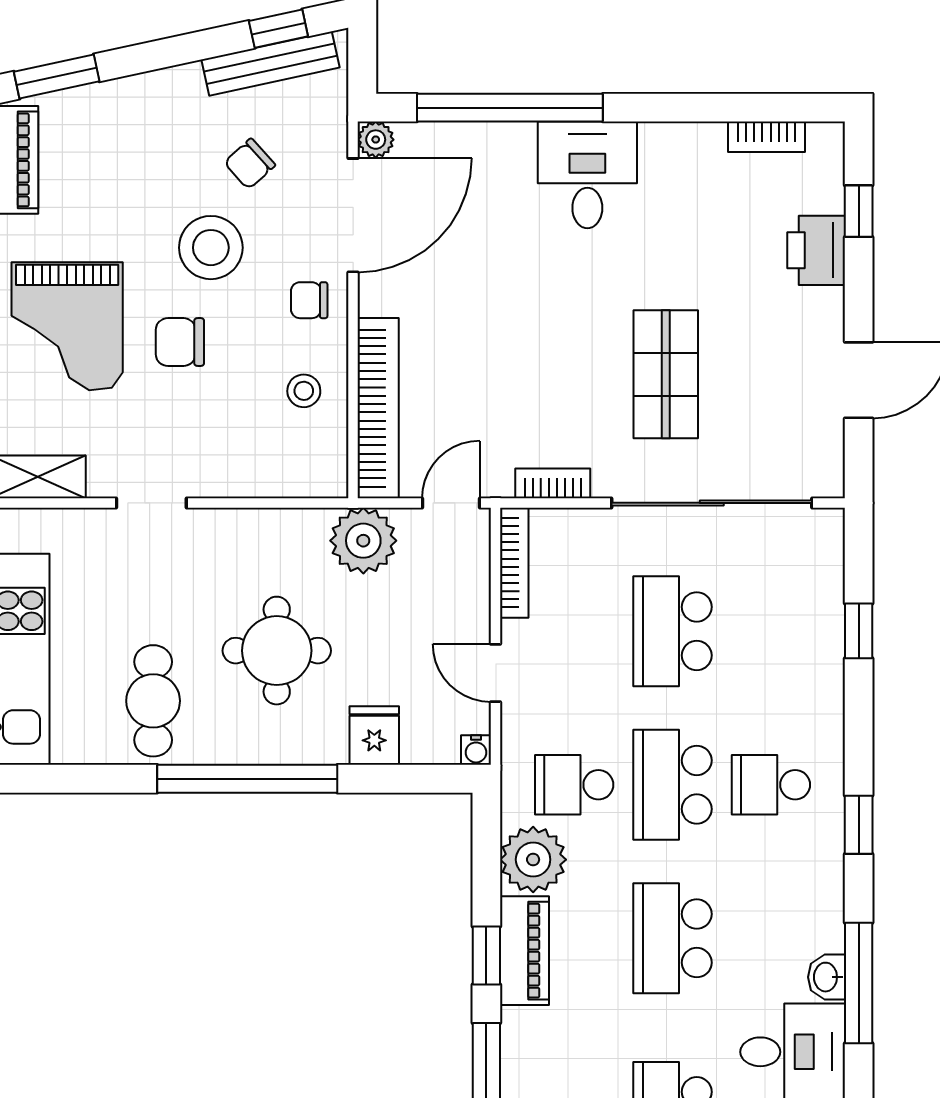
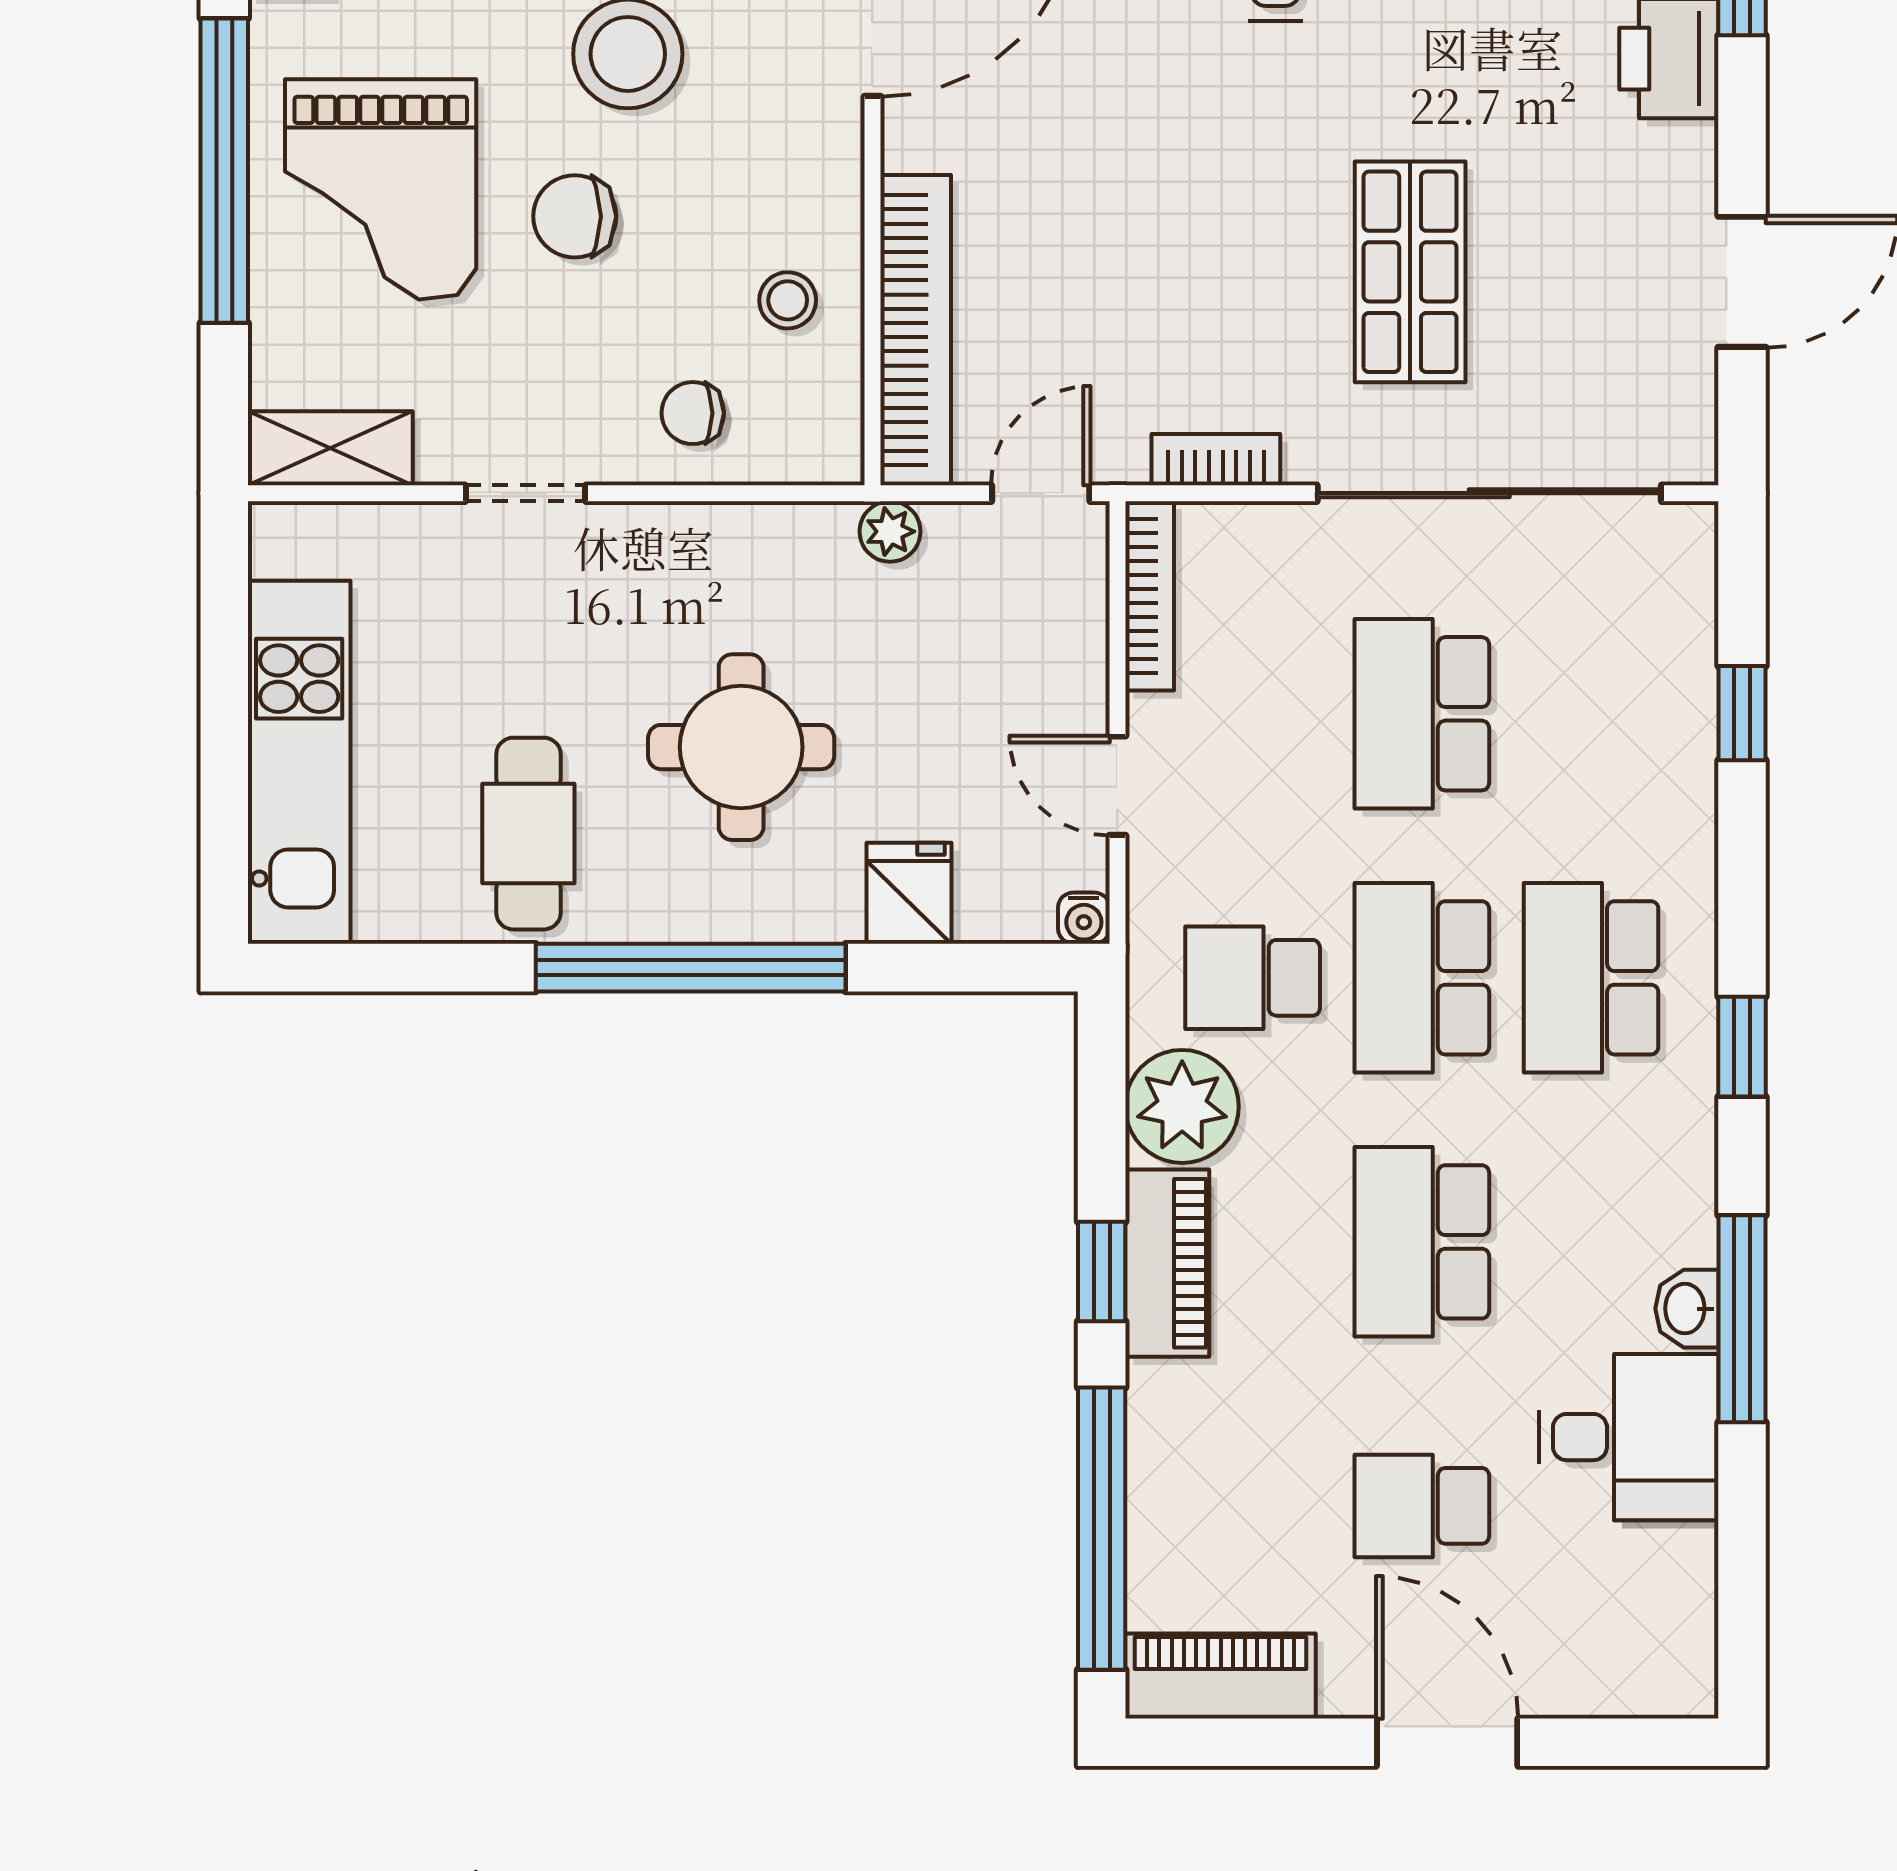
chair: (309, 300) -> (693, 413), moved
plant: (363, 541) -> (890, 531), width x0.53, depth x0.53
school desk: (771, 785) -> (1591, 978), width x1.85

